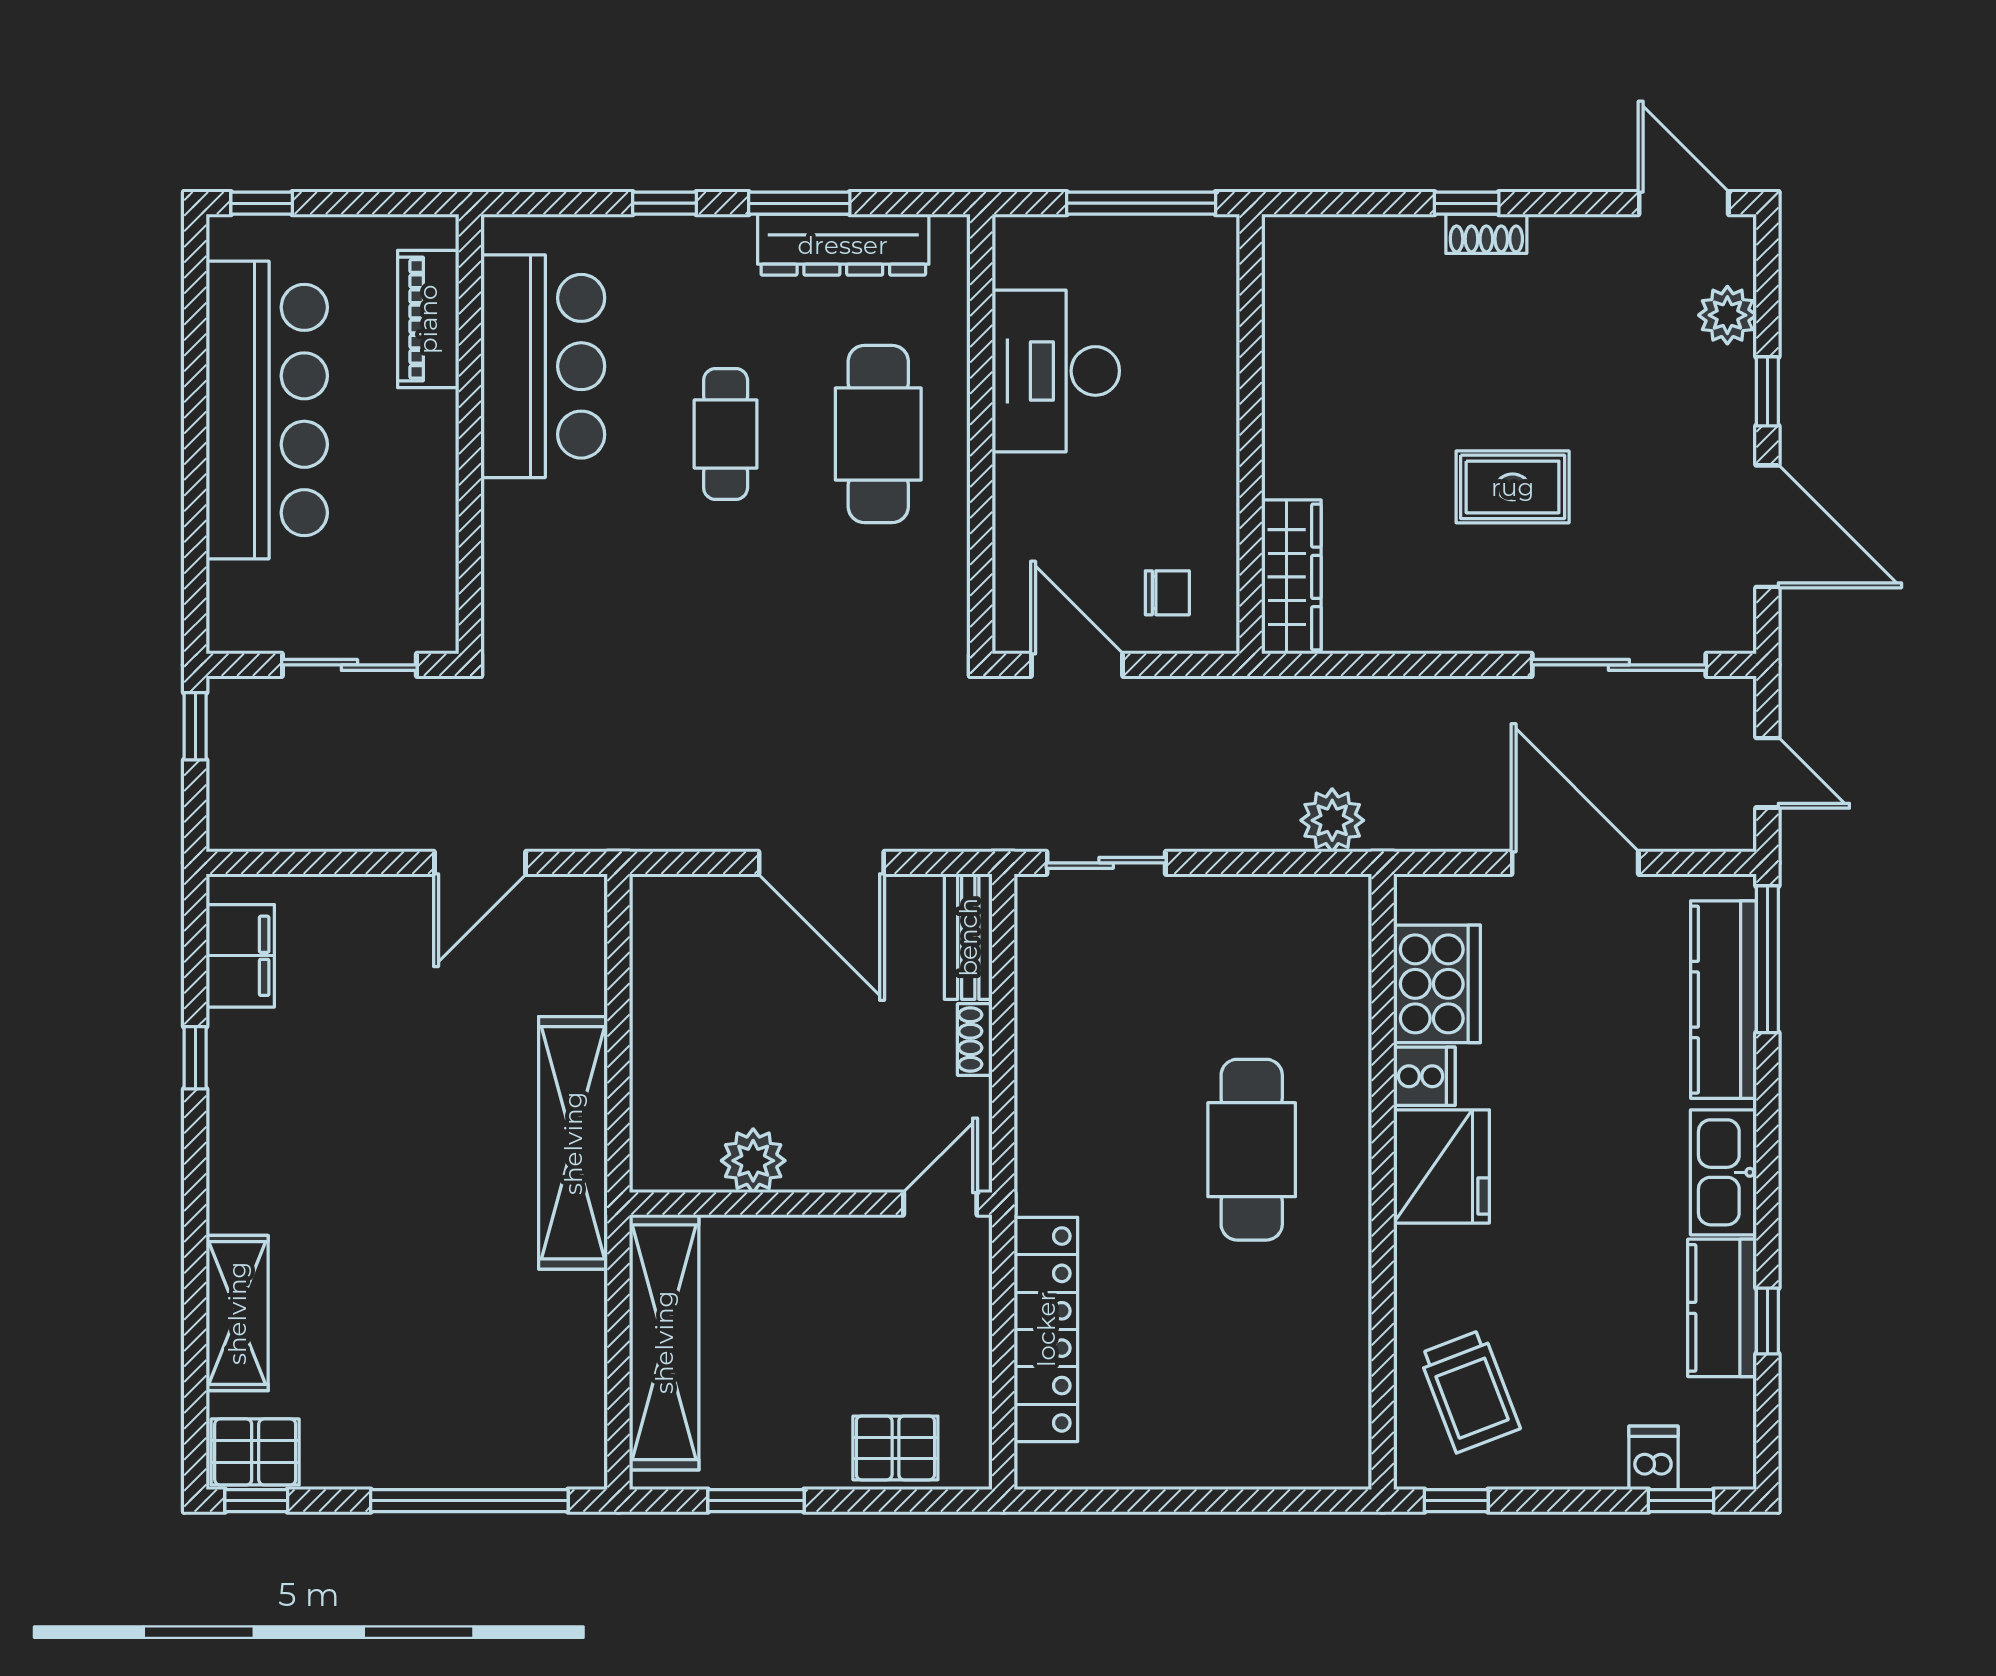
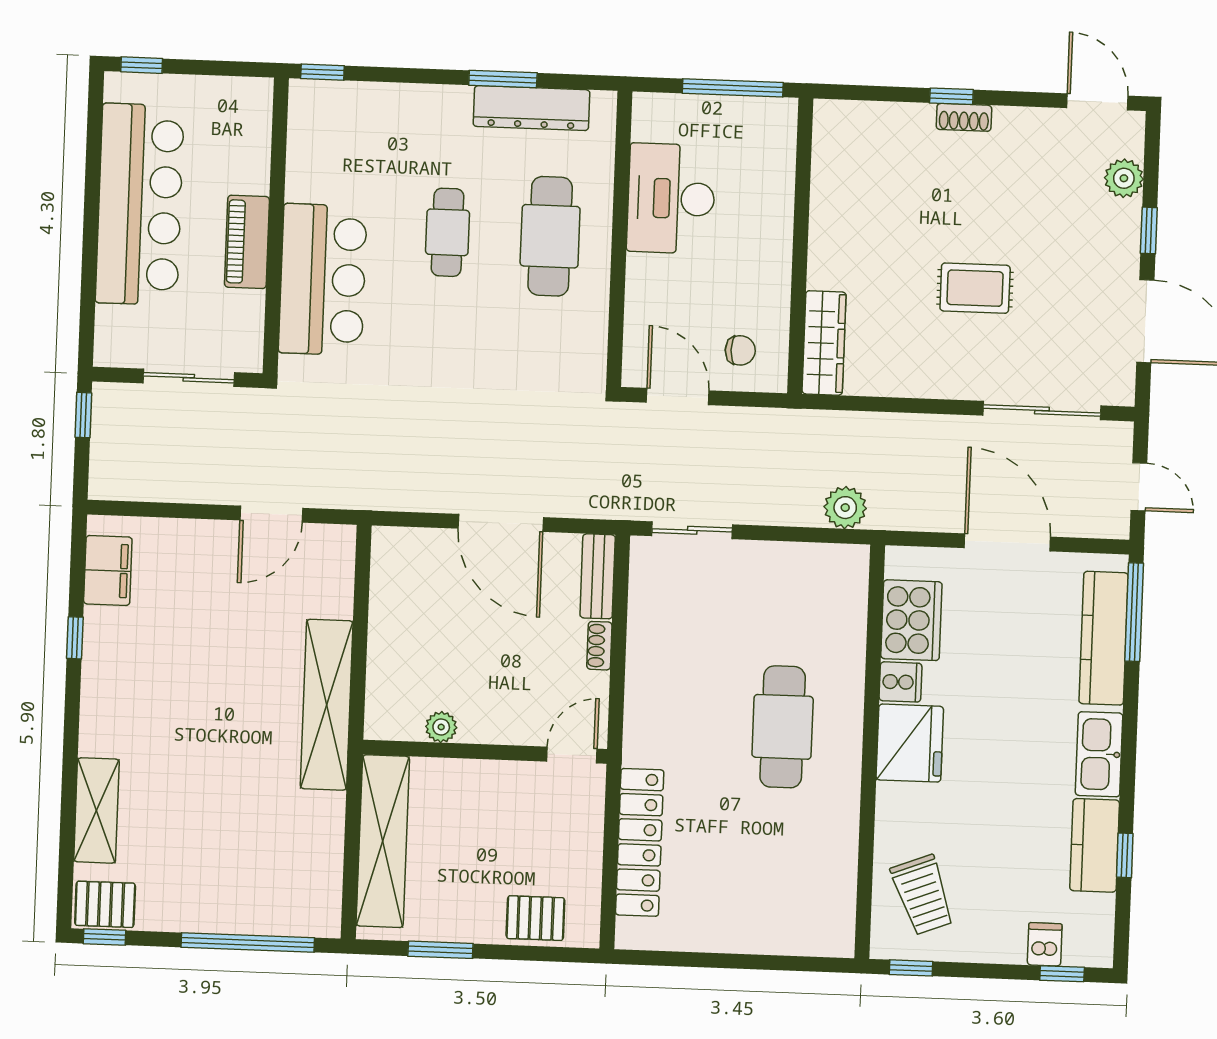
window: (664, 203) -> (322, 72), moved
piano: (428, 319) -> (247, 242), moved
bar counter: (543, 366) -> (323, 279), moved
plant: (753, 1161) -> (441, 727), width x0.73, depth x0.73

